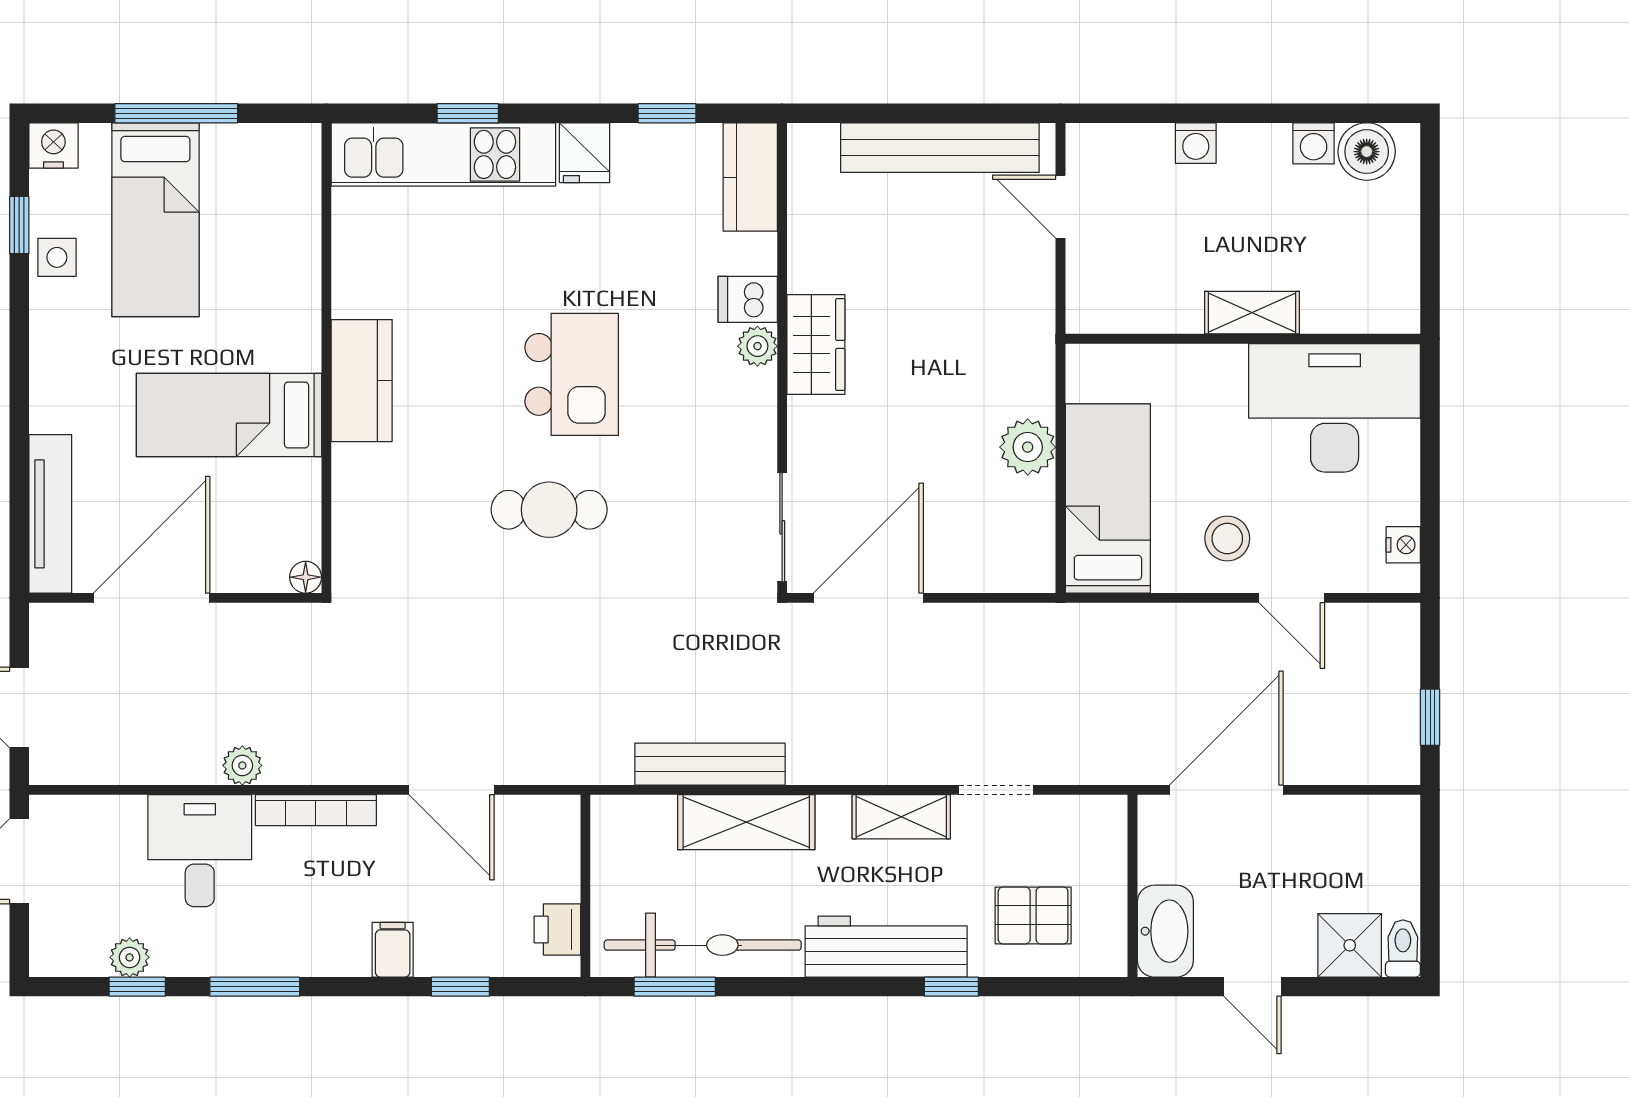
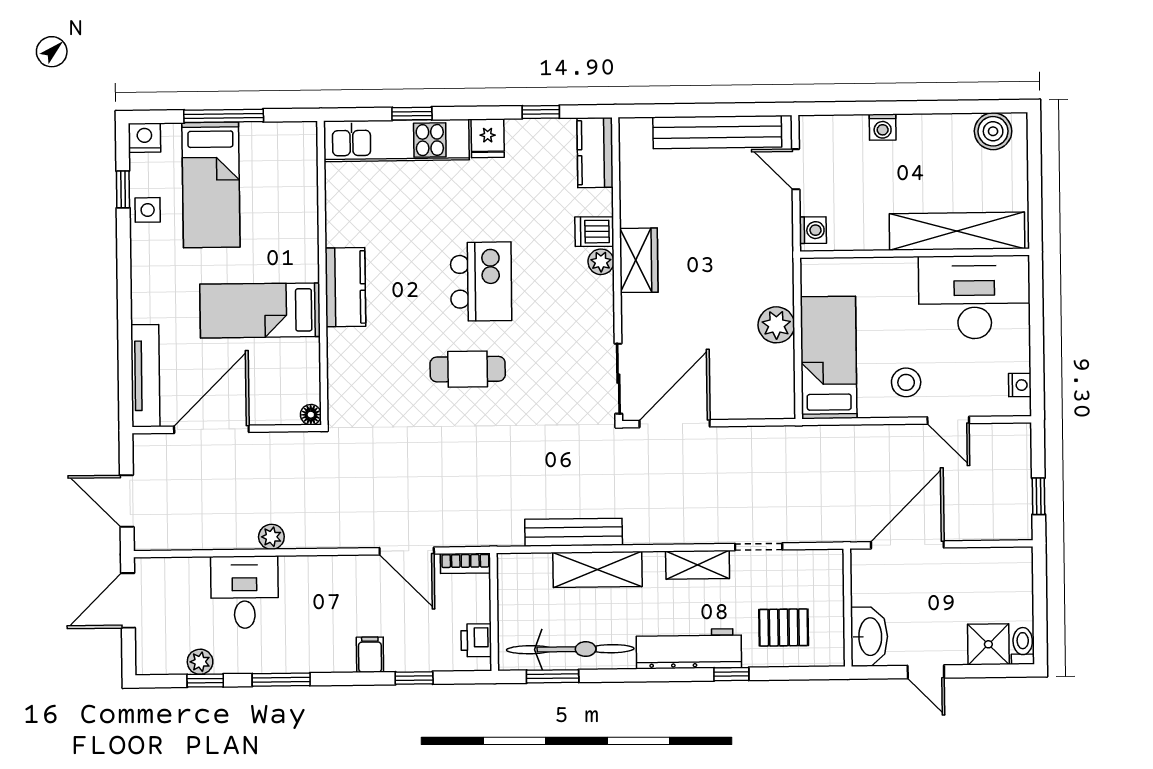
washing machine: (1314, 143) -> (813, 230), moved, turned -90
shelving: (1252, 313) -> (957, 231), width x2.20, depth x1.33
bookcase: (316, 810) -> (465, 563), moved, width x0.64

